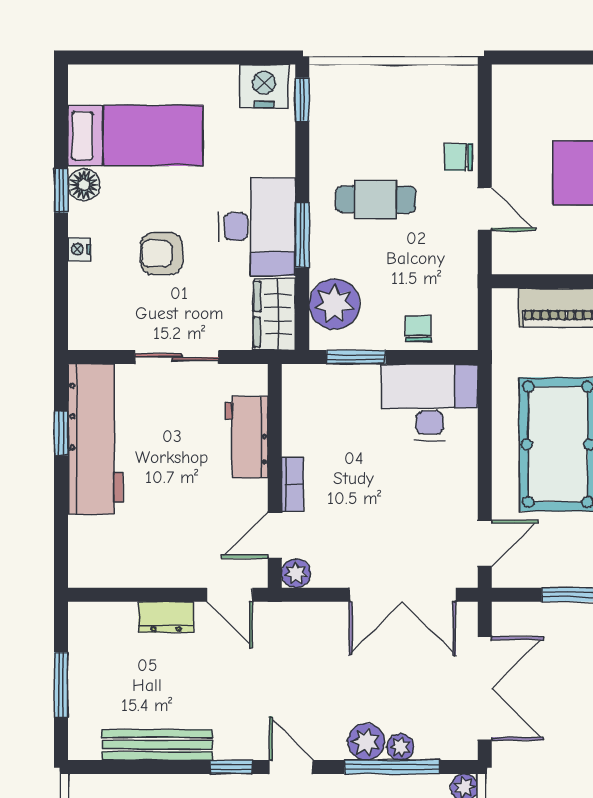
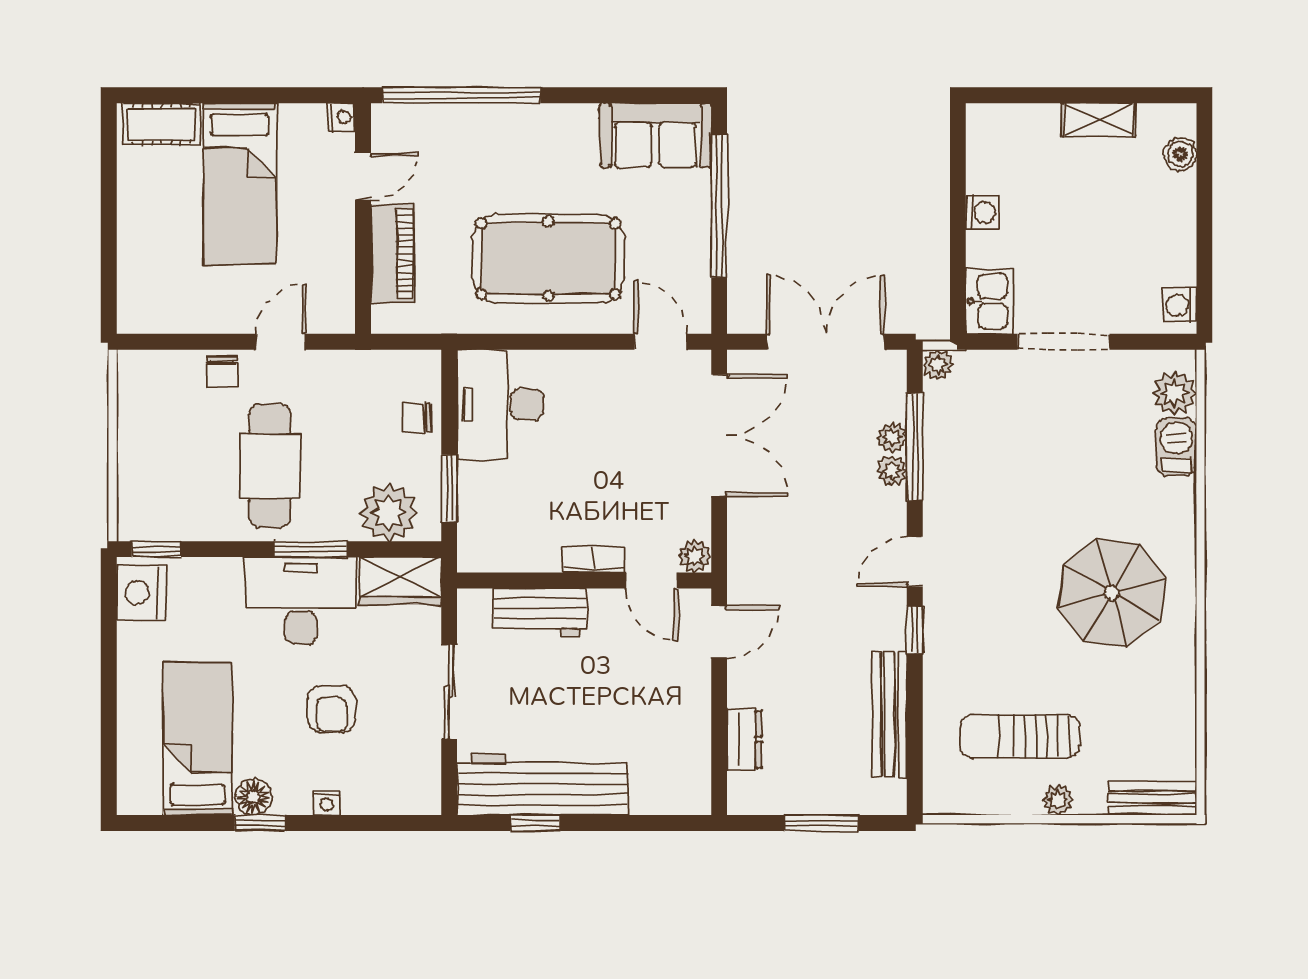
cafe table: (376, 199) -> (270, 466), width x1.37, depth x1.35
dresser: (166, 617) -> (744, 739), moved
plant: (366, 742) -> (892, 471), width x0.73, depth x0.73

